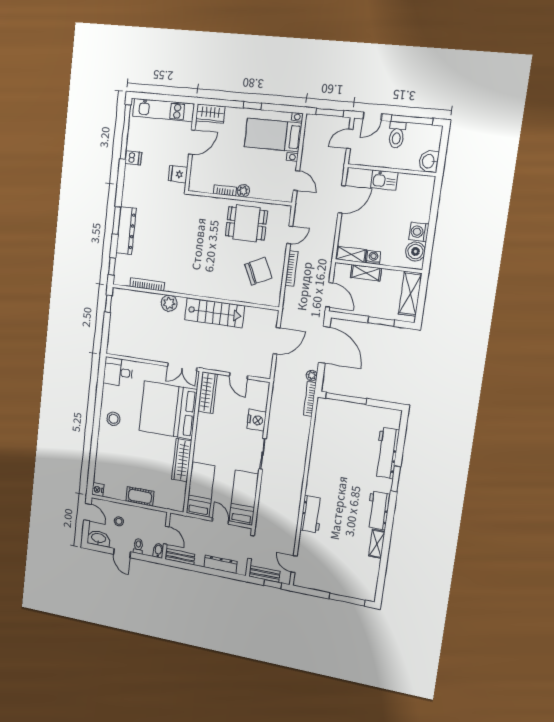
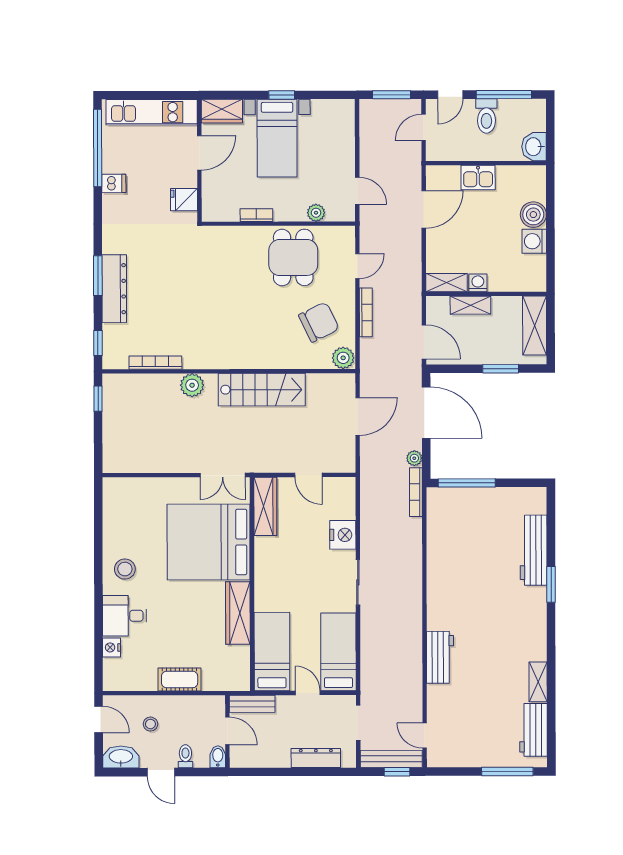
bed with nightstands: (273, 135) -> (277, 138), moved, turned -90
plant: (243, 191) -> (316, 213), moved
dining table: (246, 223) -> (293, 257), turned 90
boiler: (415, 251) -> (533, 215), moved
plant: (272, 298) -> (343, 358), added
desk: (118, 372) -> (125, 616), moved
nightstand: (98, 490) -> (112, 647), moved
workbench: (378, 510) -> (533, 730), moved
bench: (180, 557) -> (252, 704), moved
bench: (264, 574) -> (391, 759), width x1.36

